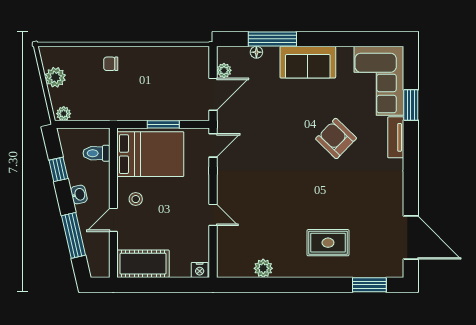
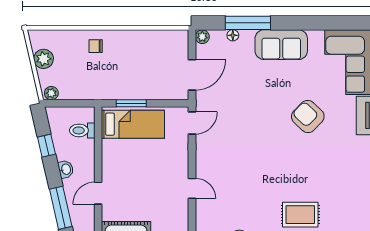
plant: (224, 70) -> (202, 37), moved
window: (163, 124) -> (131, 103), moved
bed: (150, 154) -> (133, 124), width x0.67
stool: (136, 199) -> (119, 174), removed

